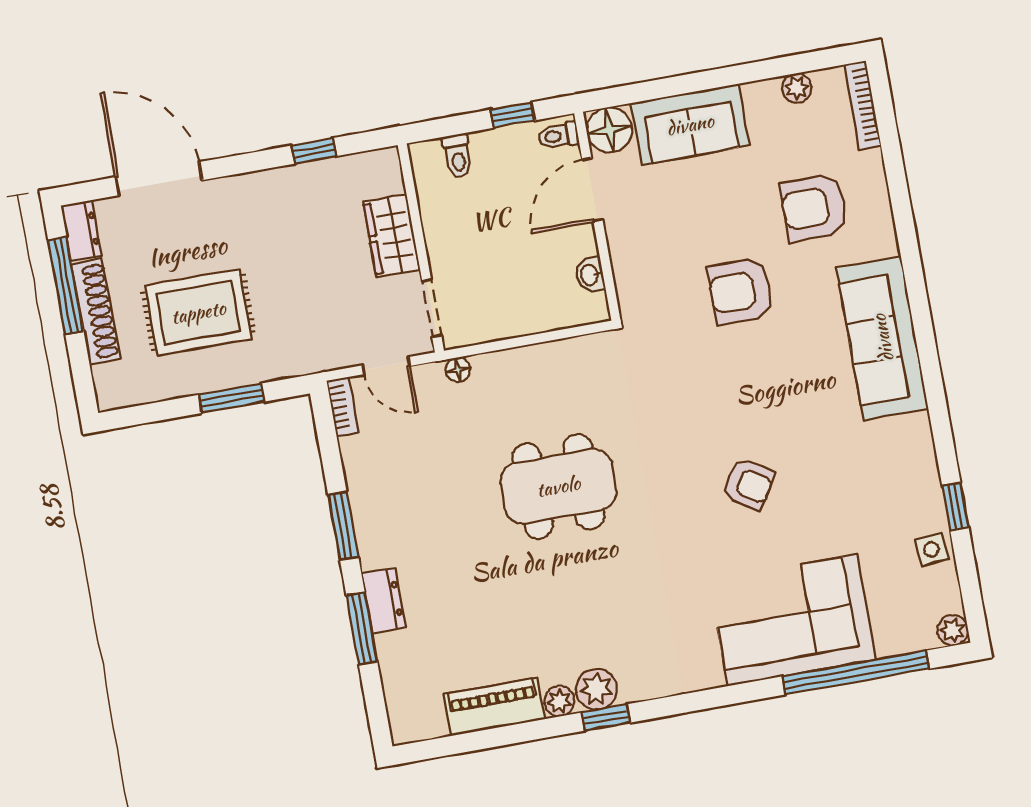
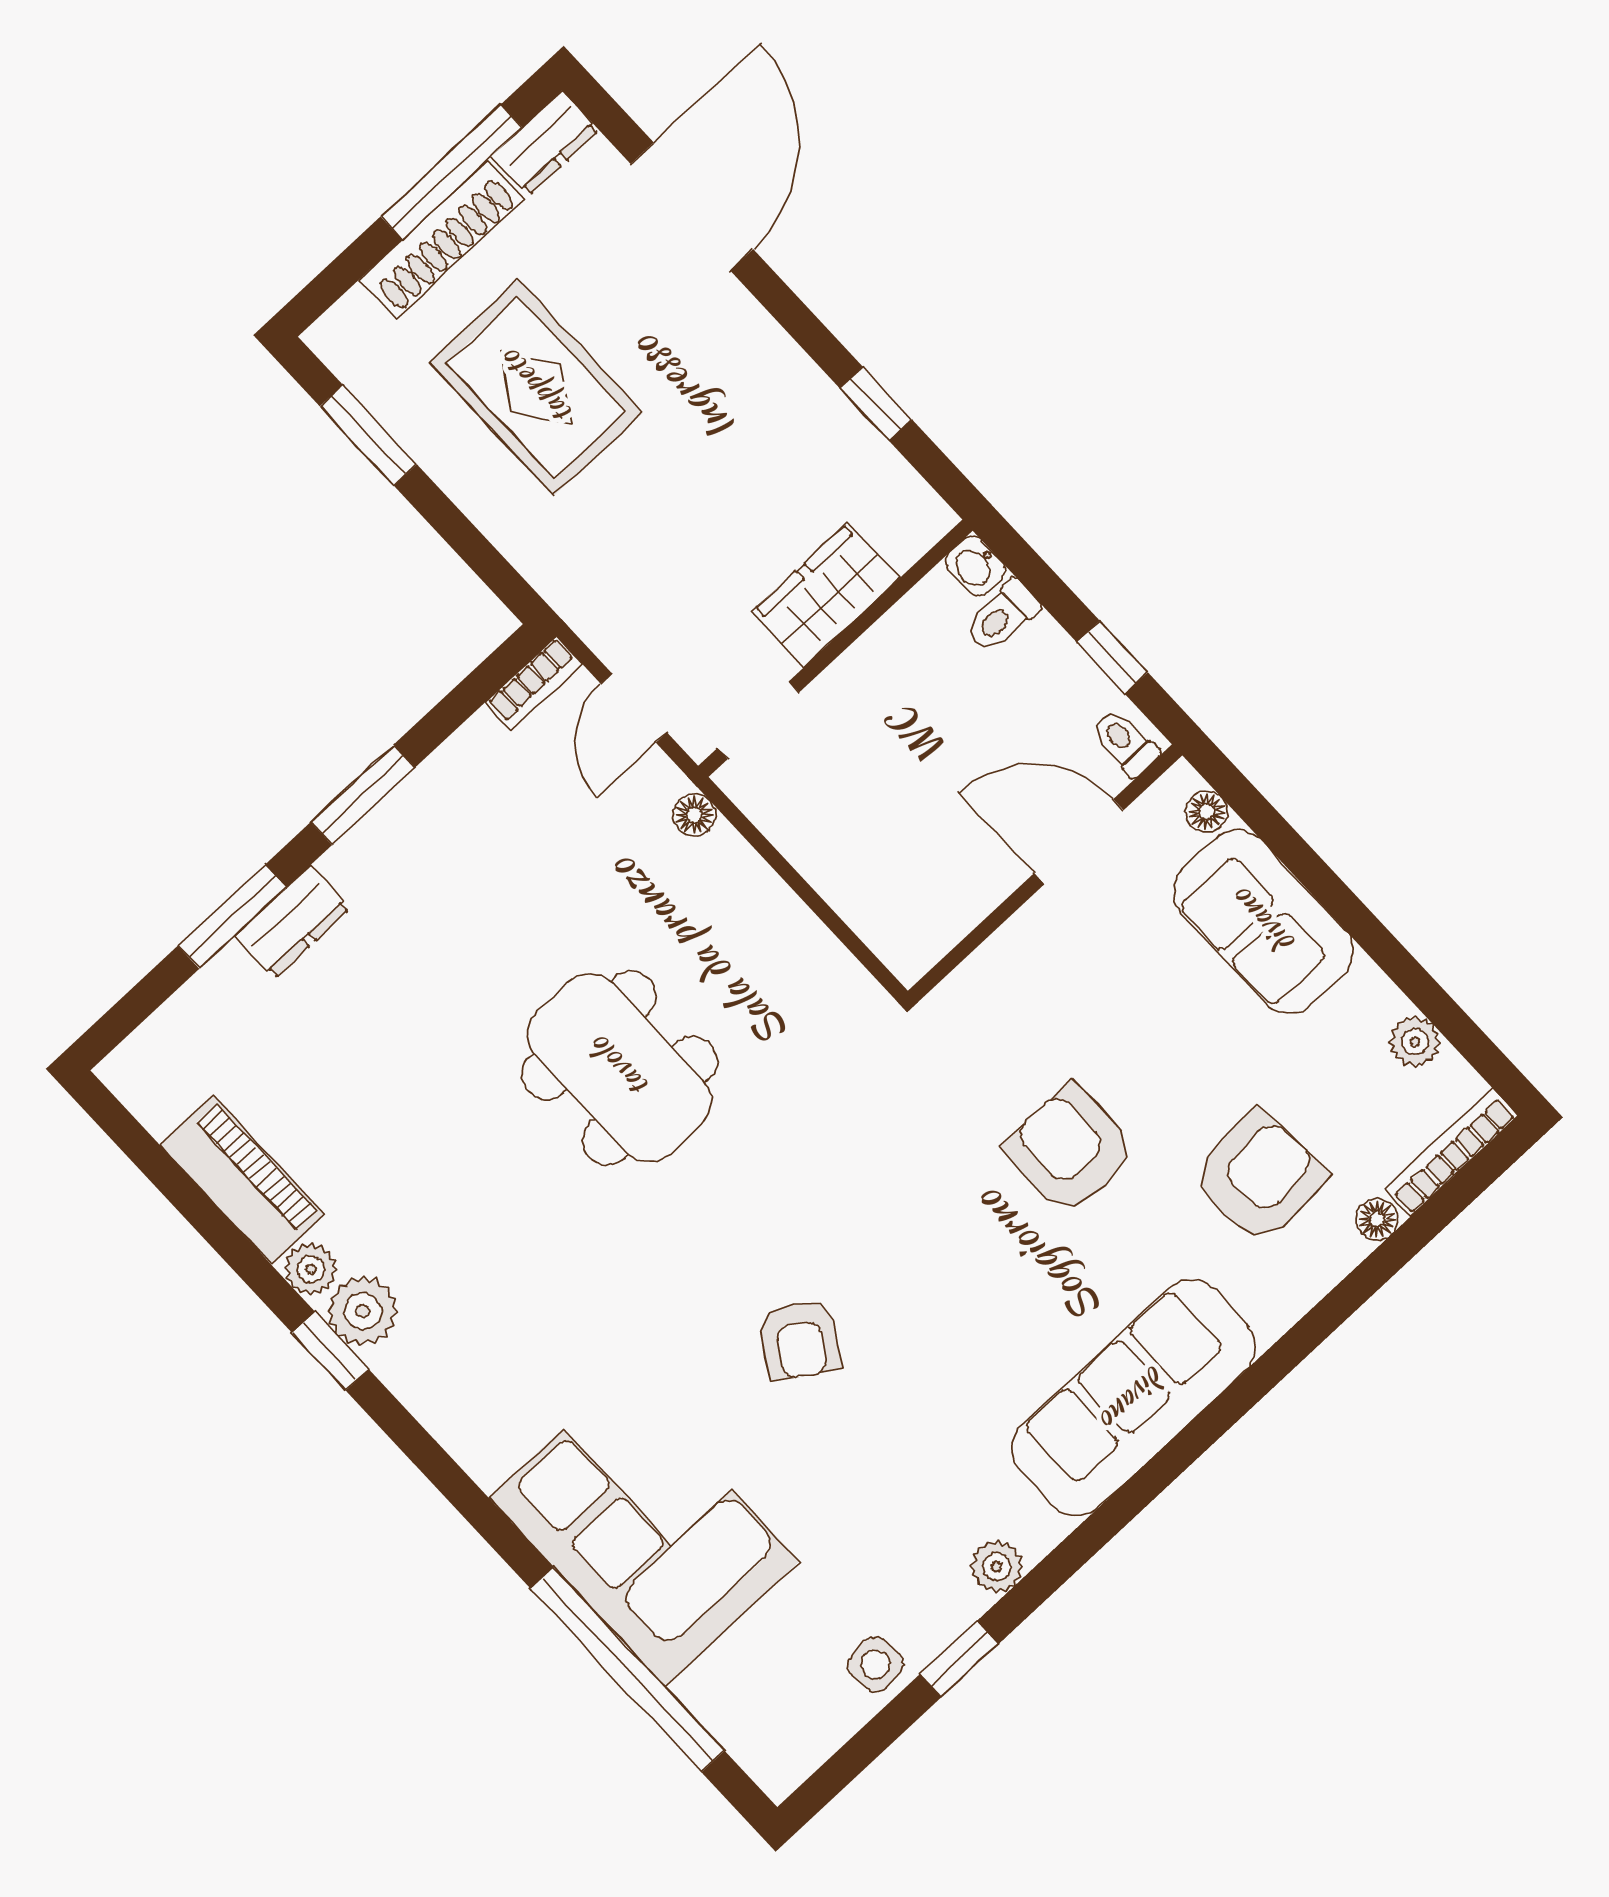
floor lamp: (609, 130) -> (1207, 812), width x0.53, depth x0.53
floor lamp: (872, 163) -> (1377, 1219), added
armchair: (814, 207) -> (1259, 1177), turned 86
washbasin: (590, 275) -> (975, 566), moved, turned -90
window: (231, 398) -> (368, 435), moved
plant: (953, 630) -> (997, 1567), moved

